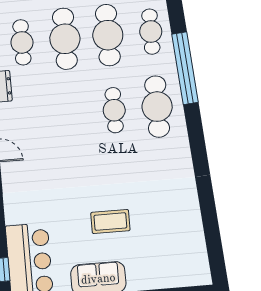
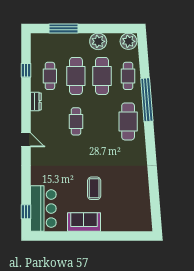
cafe table: (114, 110) -> (76, 121), moved
coffee table: (110, 222) -> (94, 188), turned 90

